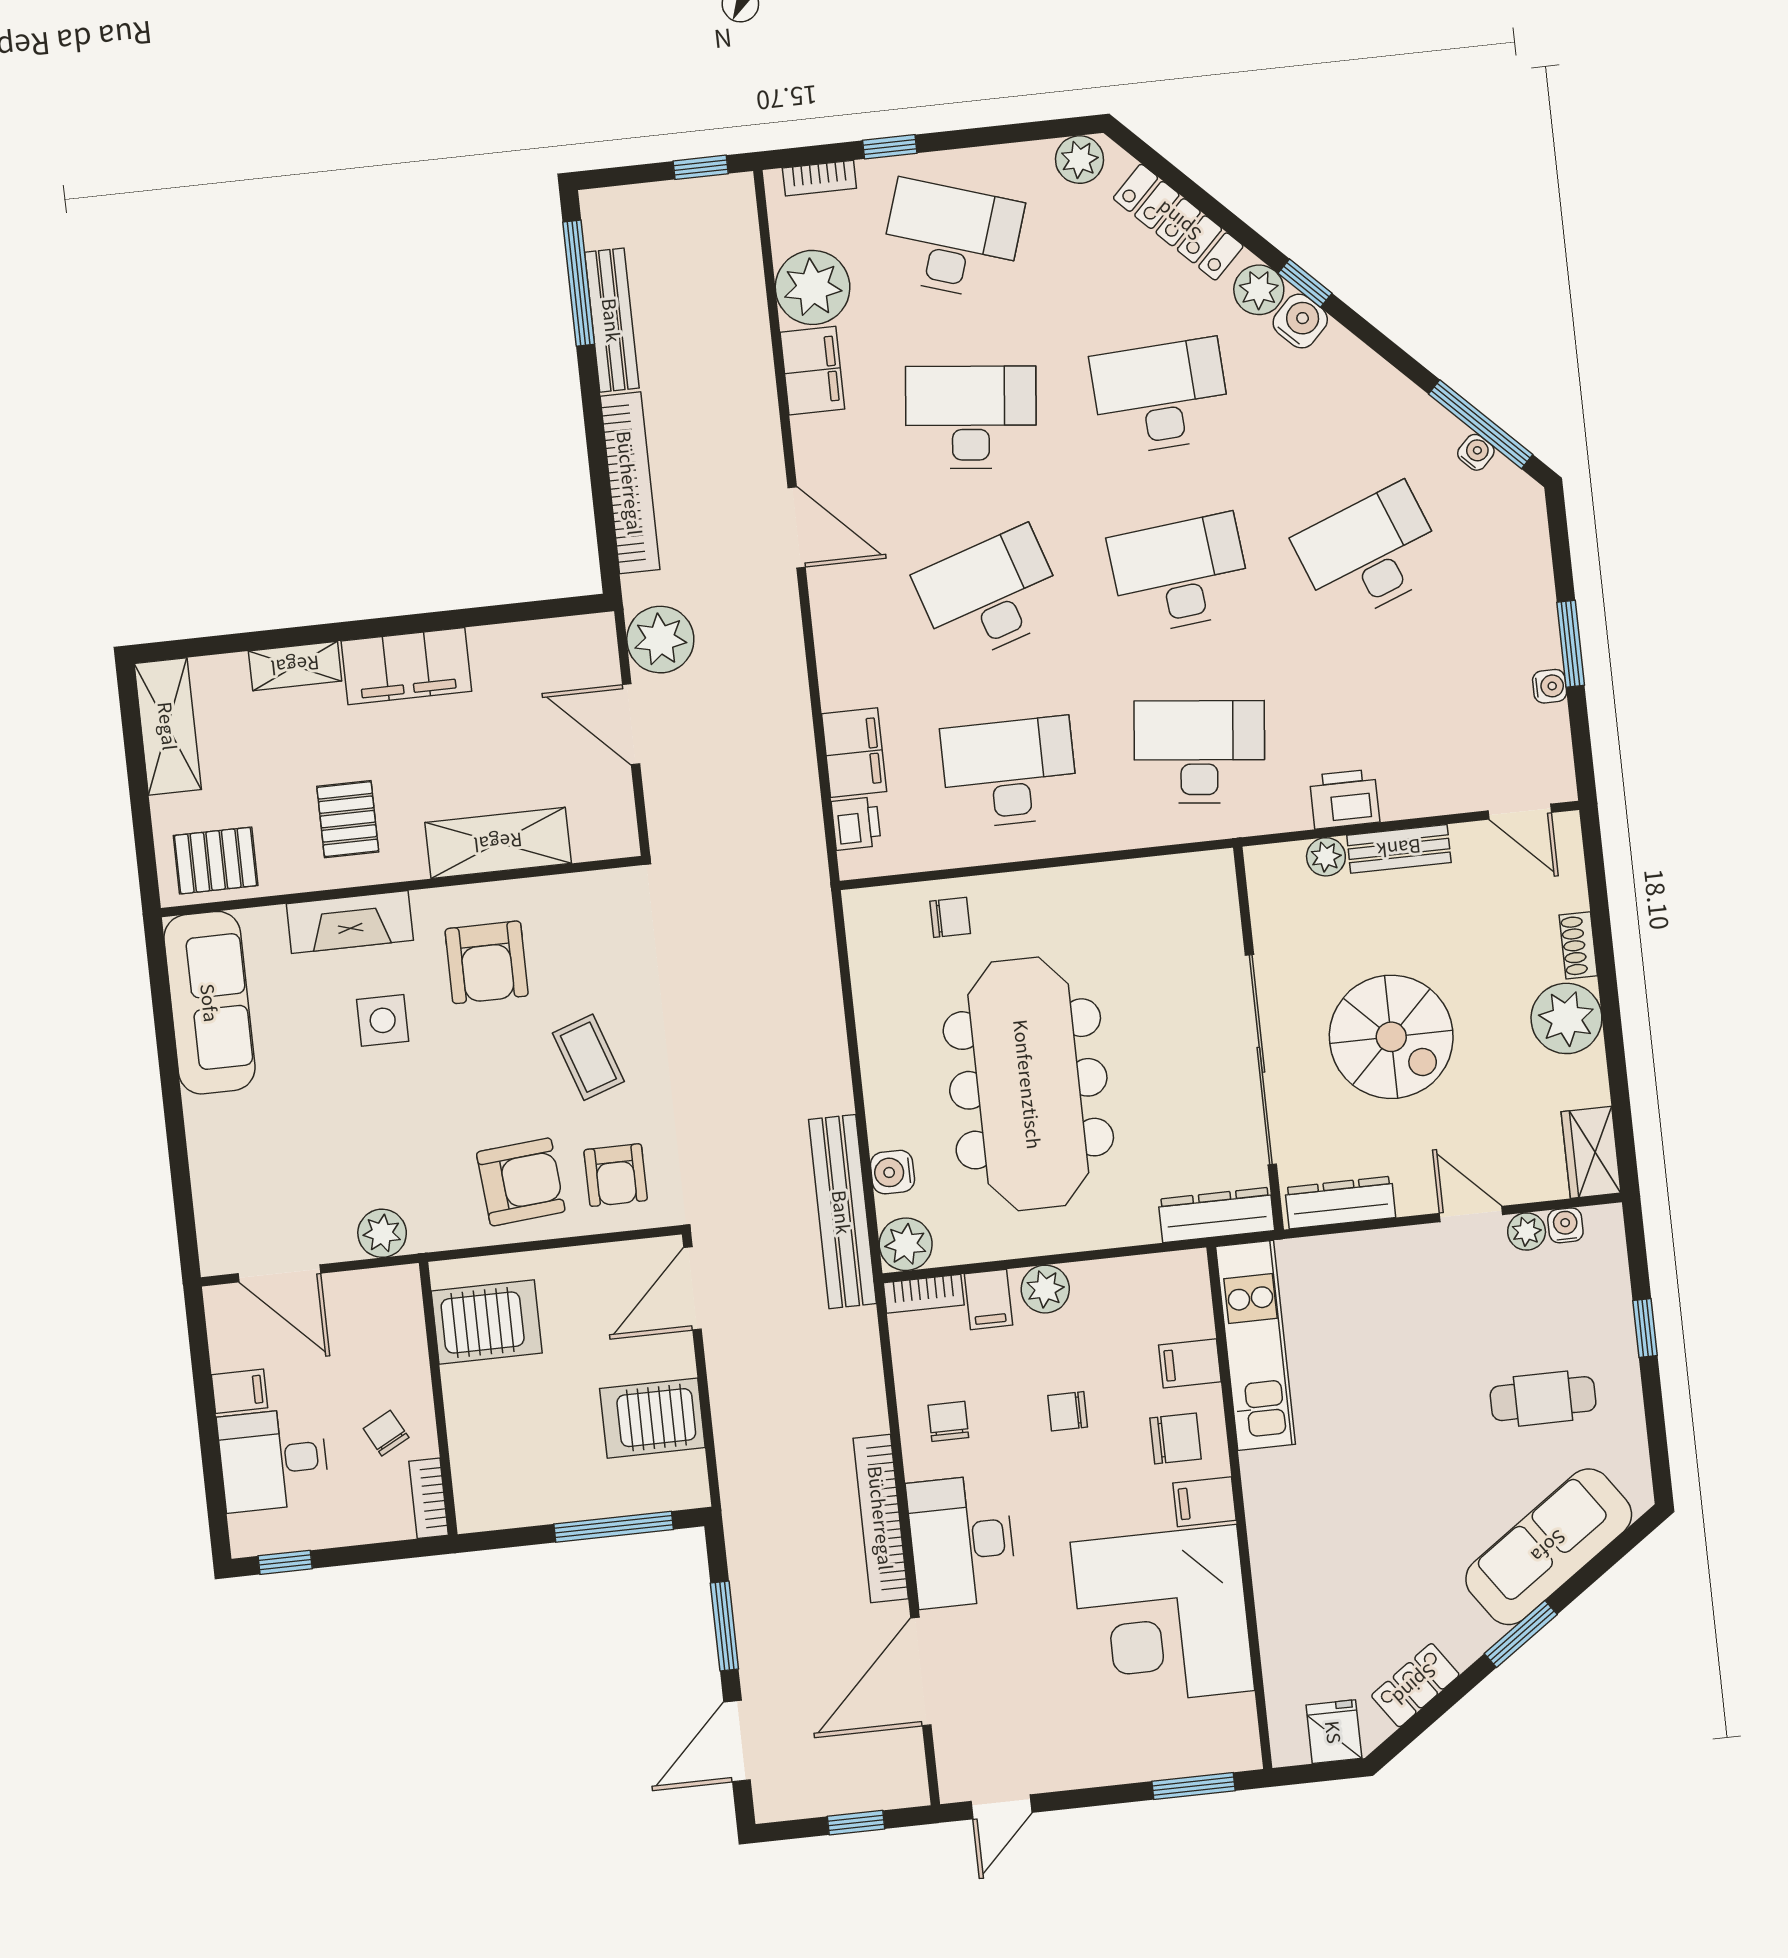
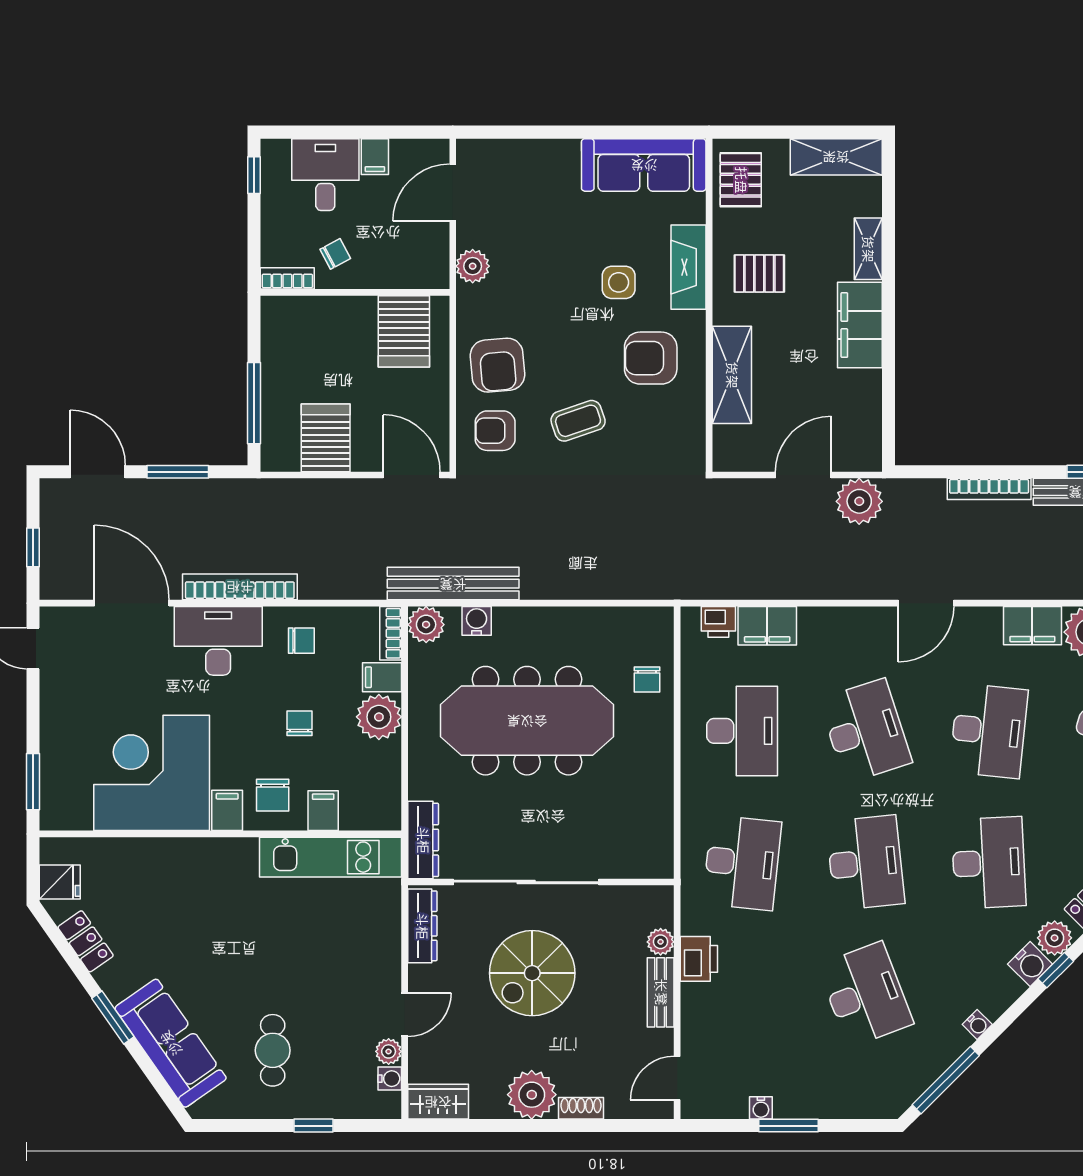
water cooler: (1476, 452) -> (977, 1024), moved
bookcase: (630, 483) -> (989, 489), width x0.68, depth x0.76
plant: (1045, 1289) -> (379, 717), width x1.36, depth x1.36

